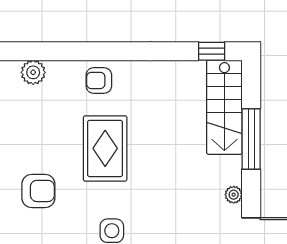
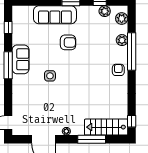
window: (58, 51) -> (132, 51), added
rug: (105, 148) -> (87, 73), removed
armchair: (38, 191) -> (68, 42), turned -90

